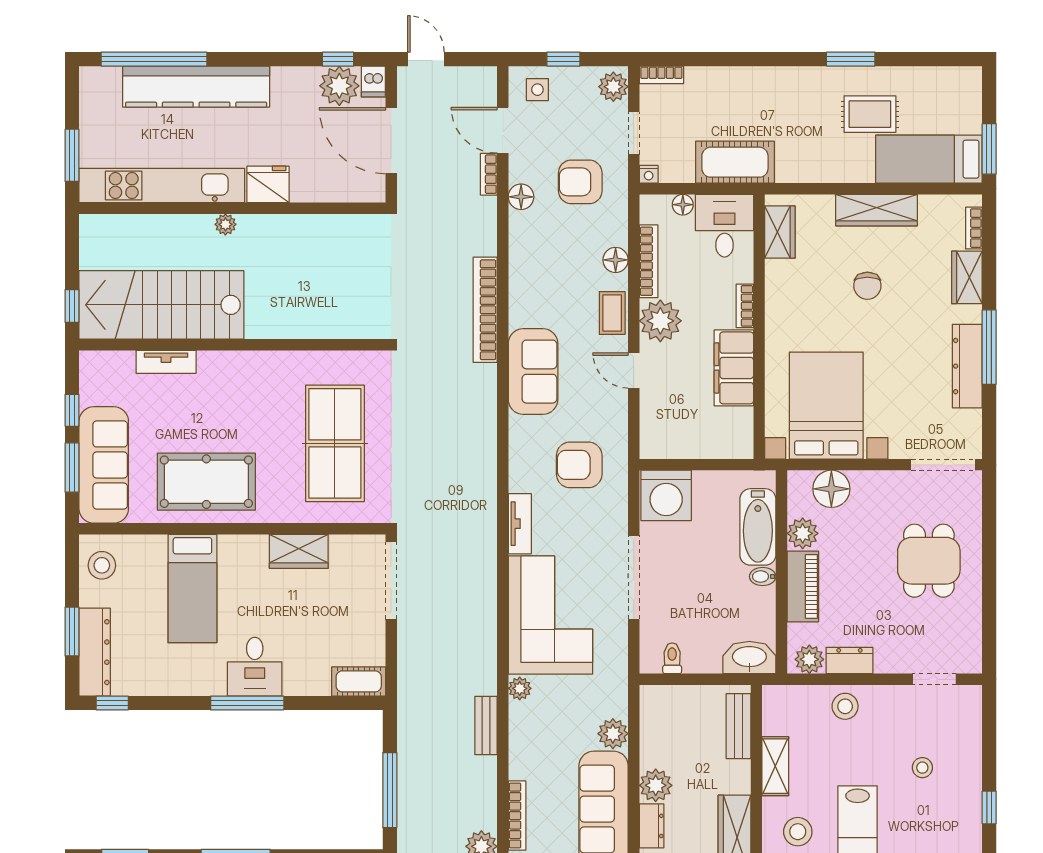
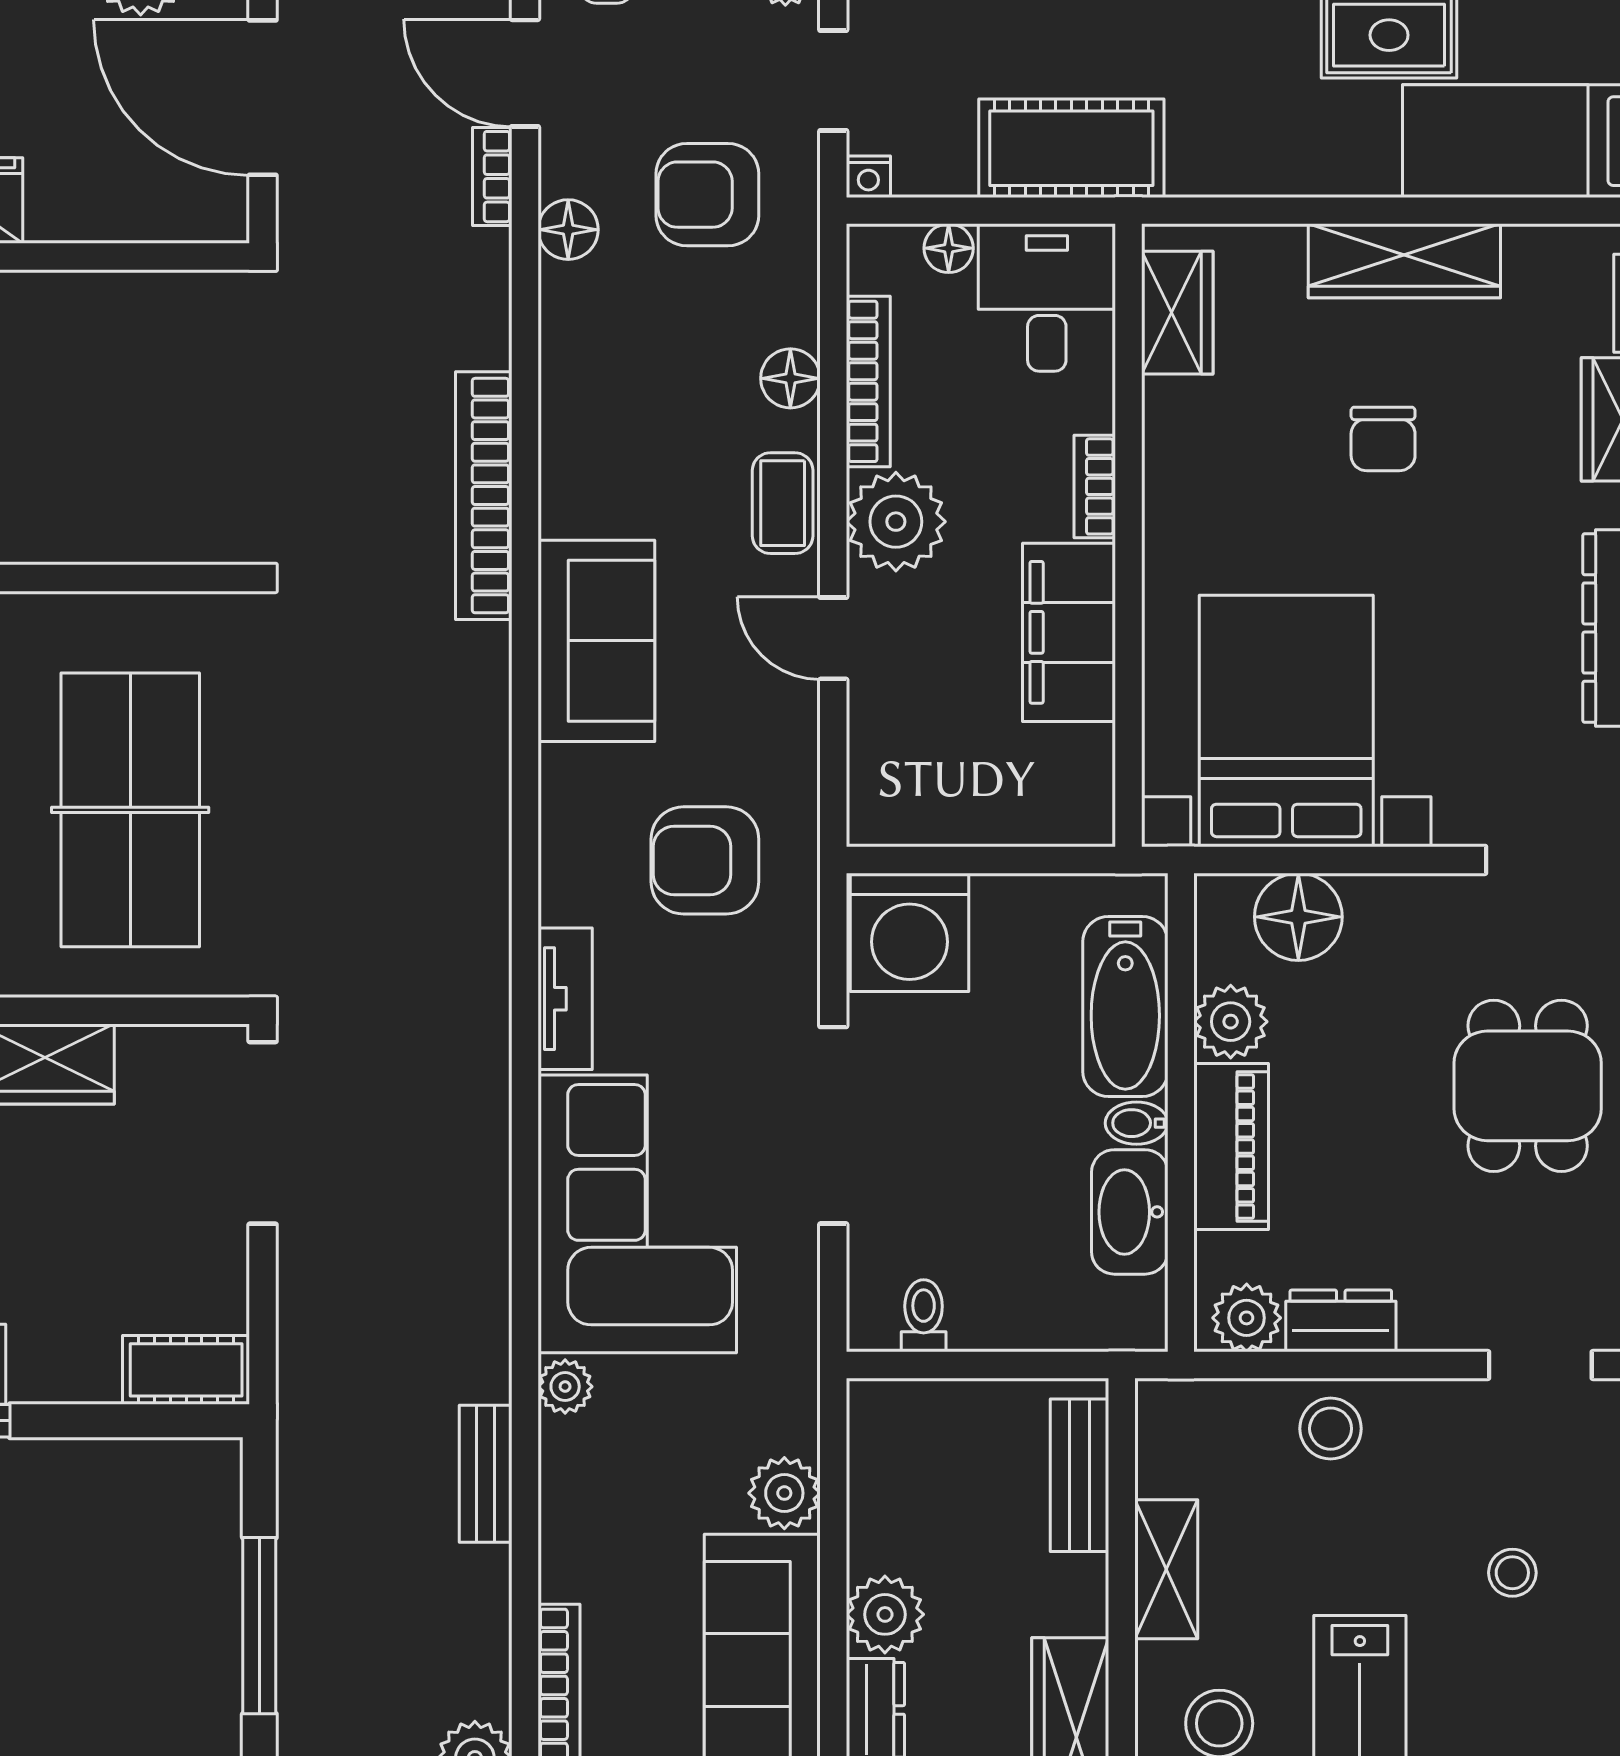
washbasin: (749, 658) -> (1130, 1212), moved, turned -90

